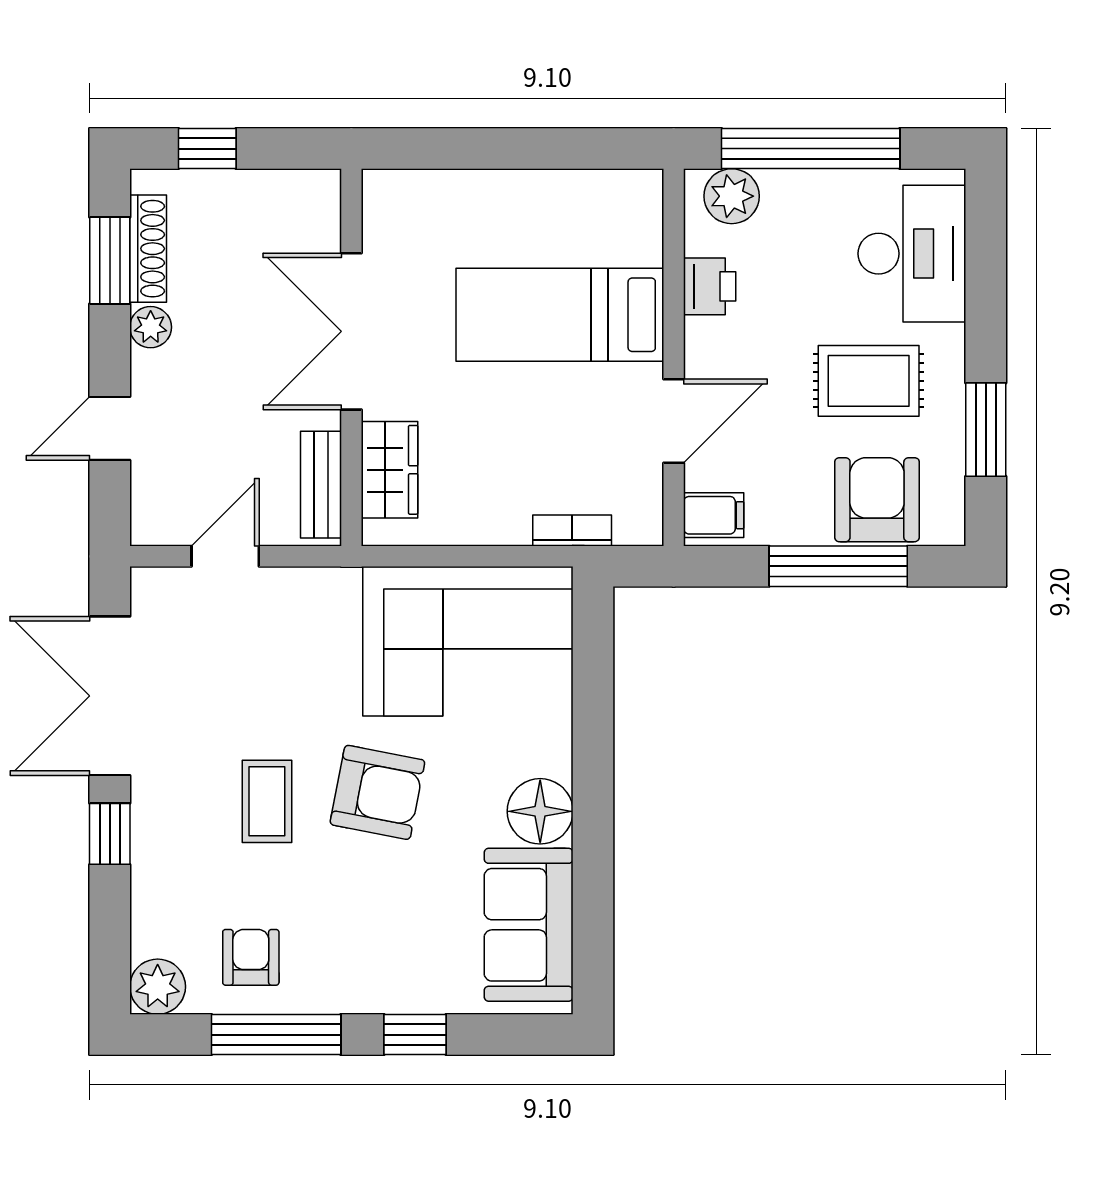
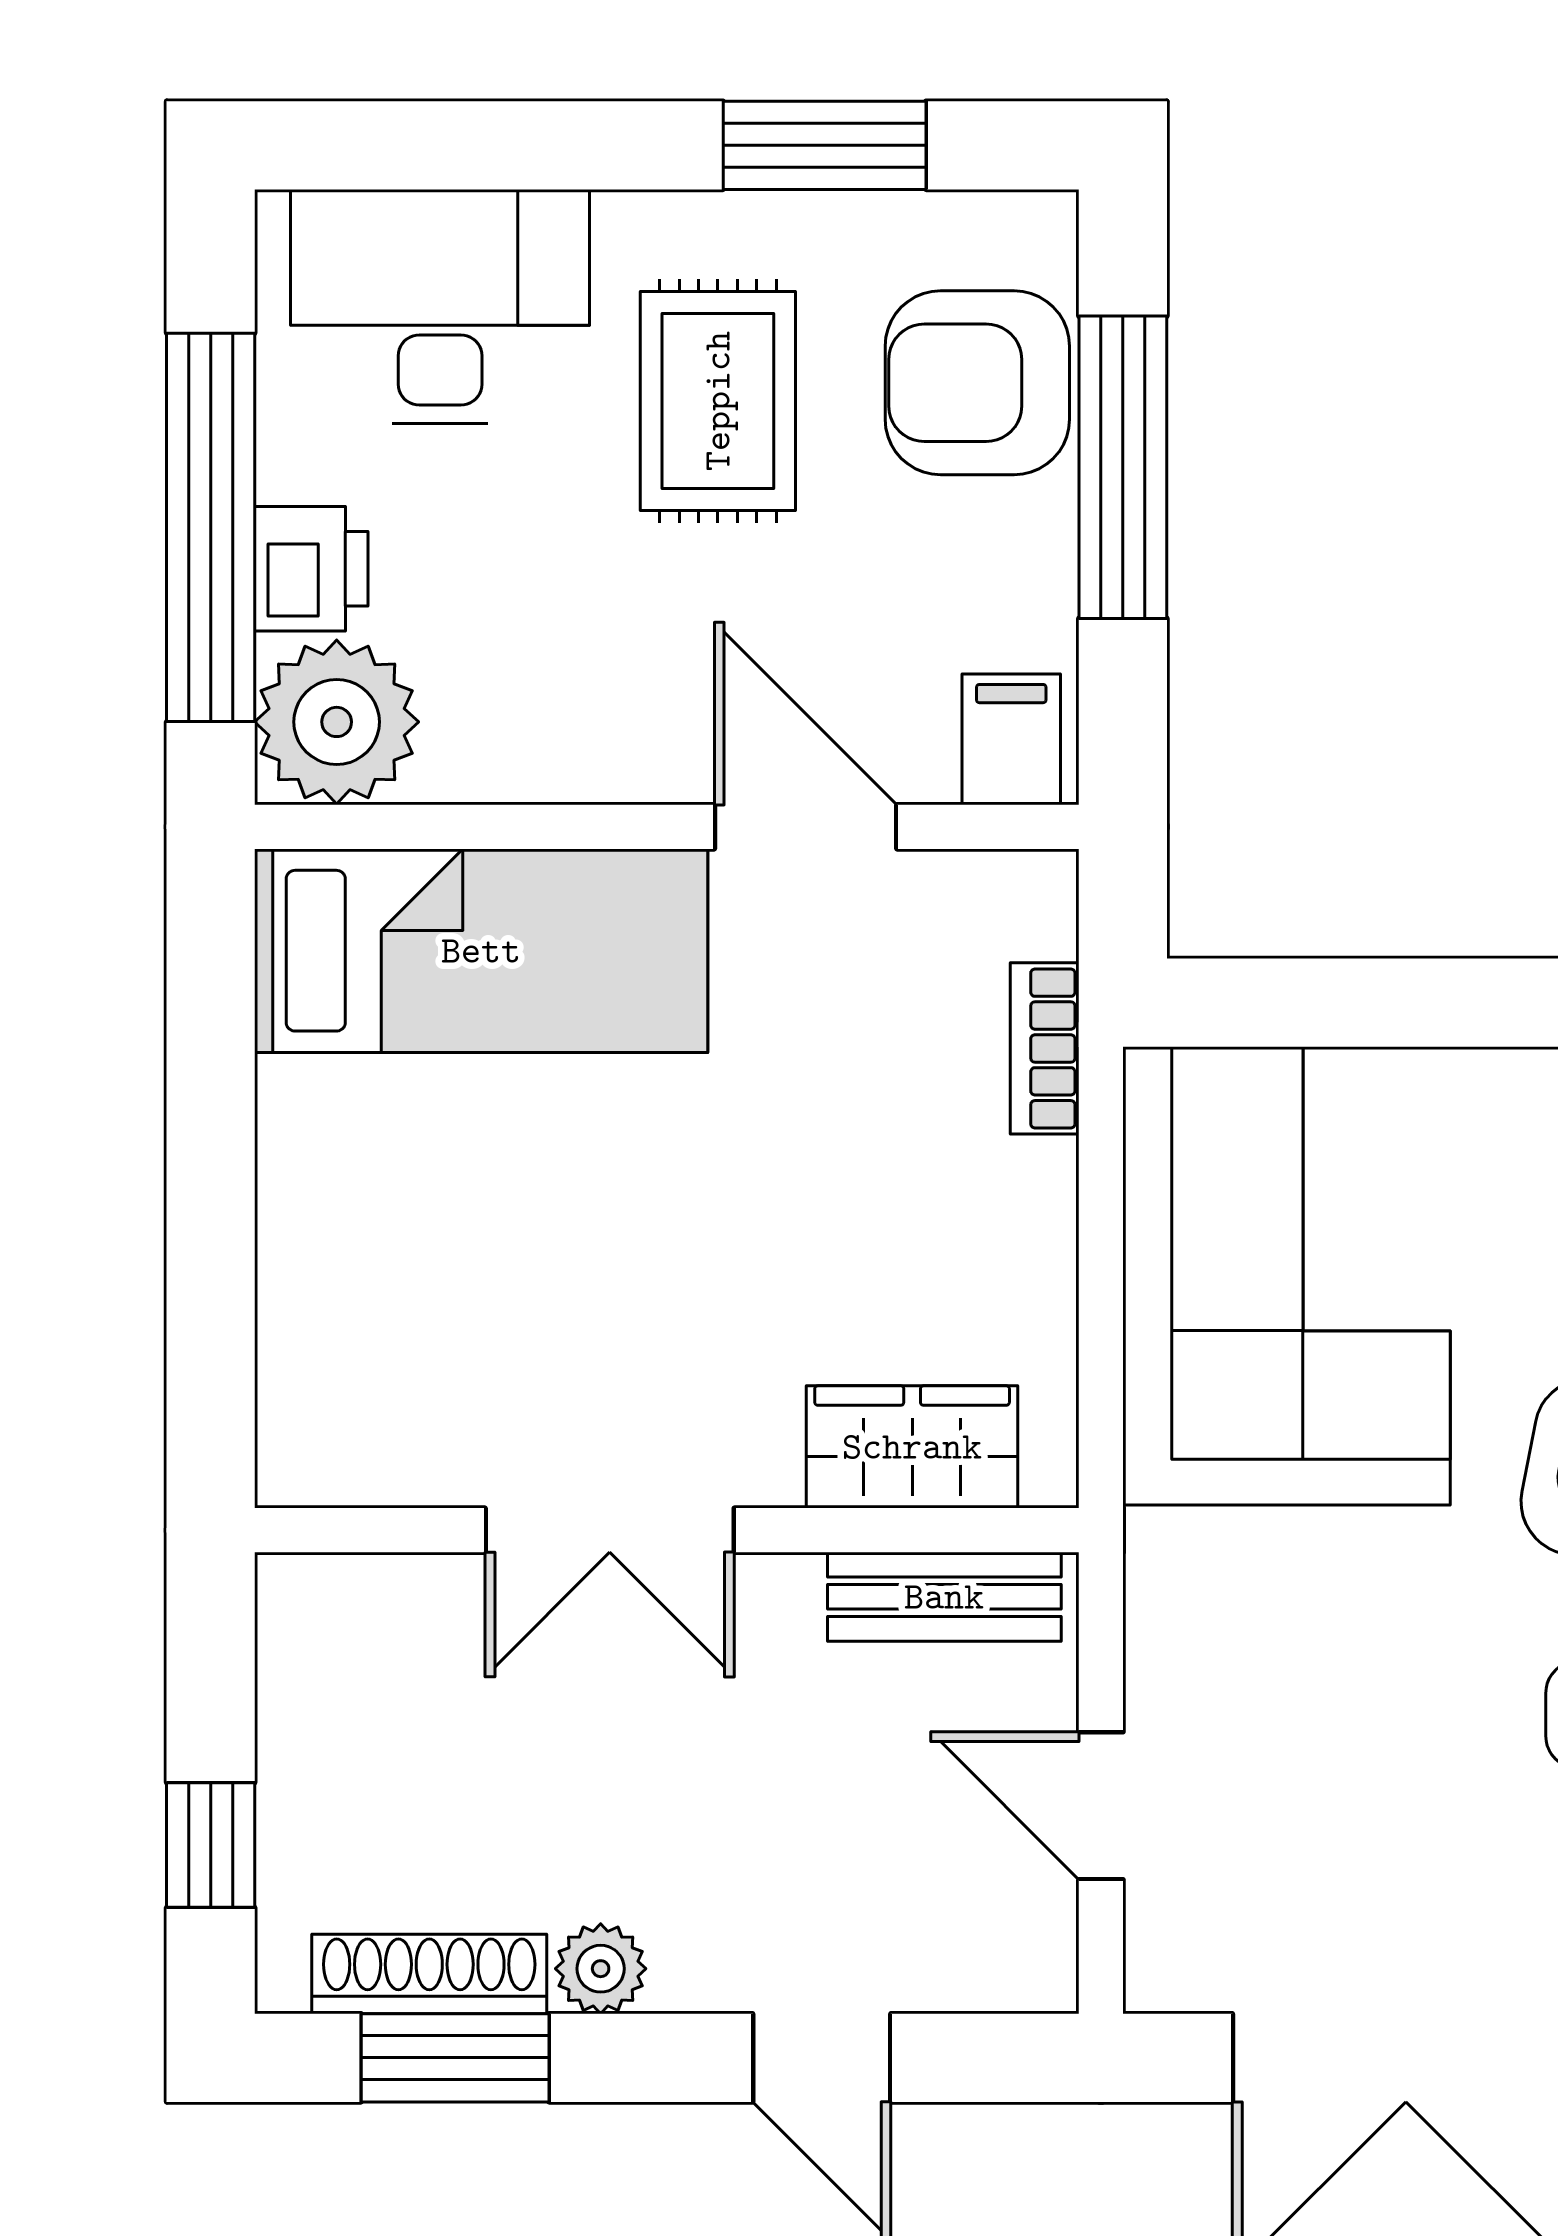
plant: (732, 196) -> (337, 722), width x1.36, depth x1.36
printer: (710, 286) -> (311, 569), moved, turned 90
bed: (560, 315) -> (481, 951), moved, turned -90
double door: (351, 331) -> (610, 1530), width x0.73

